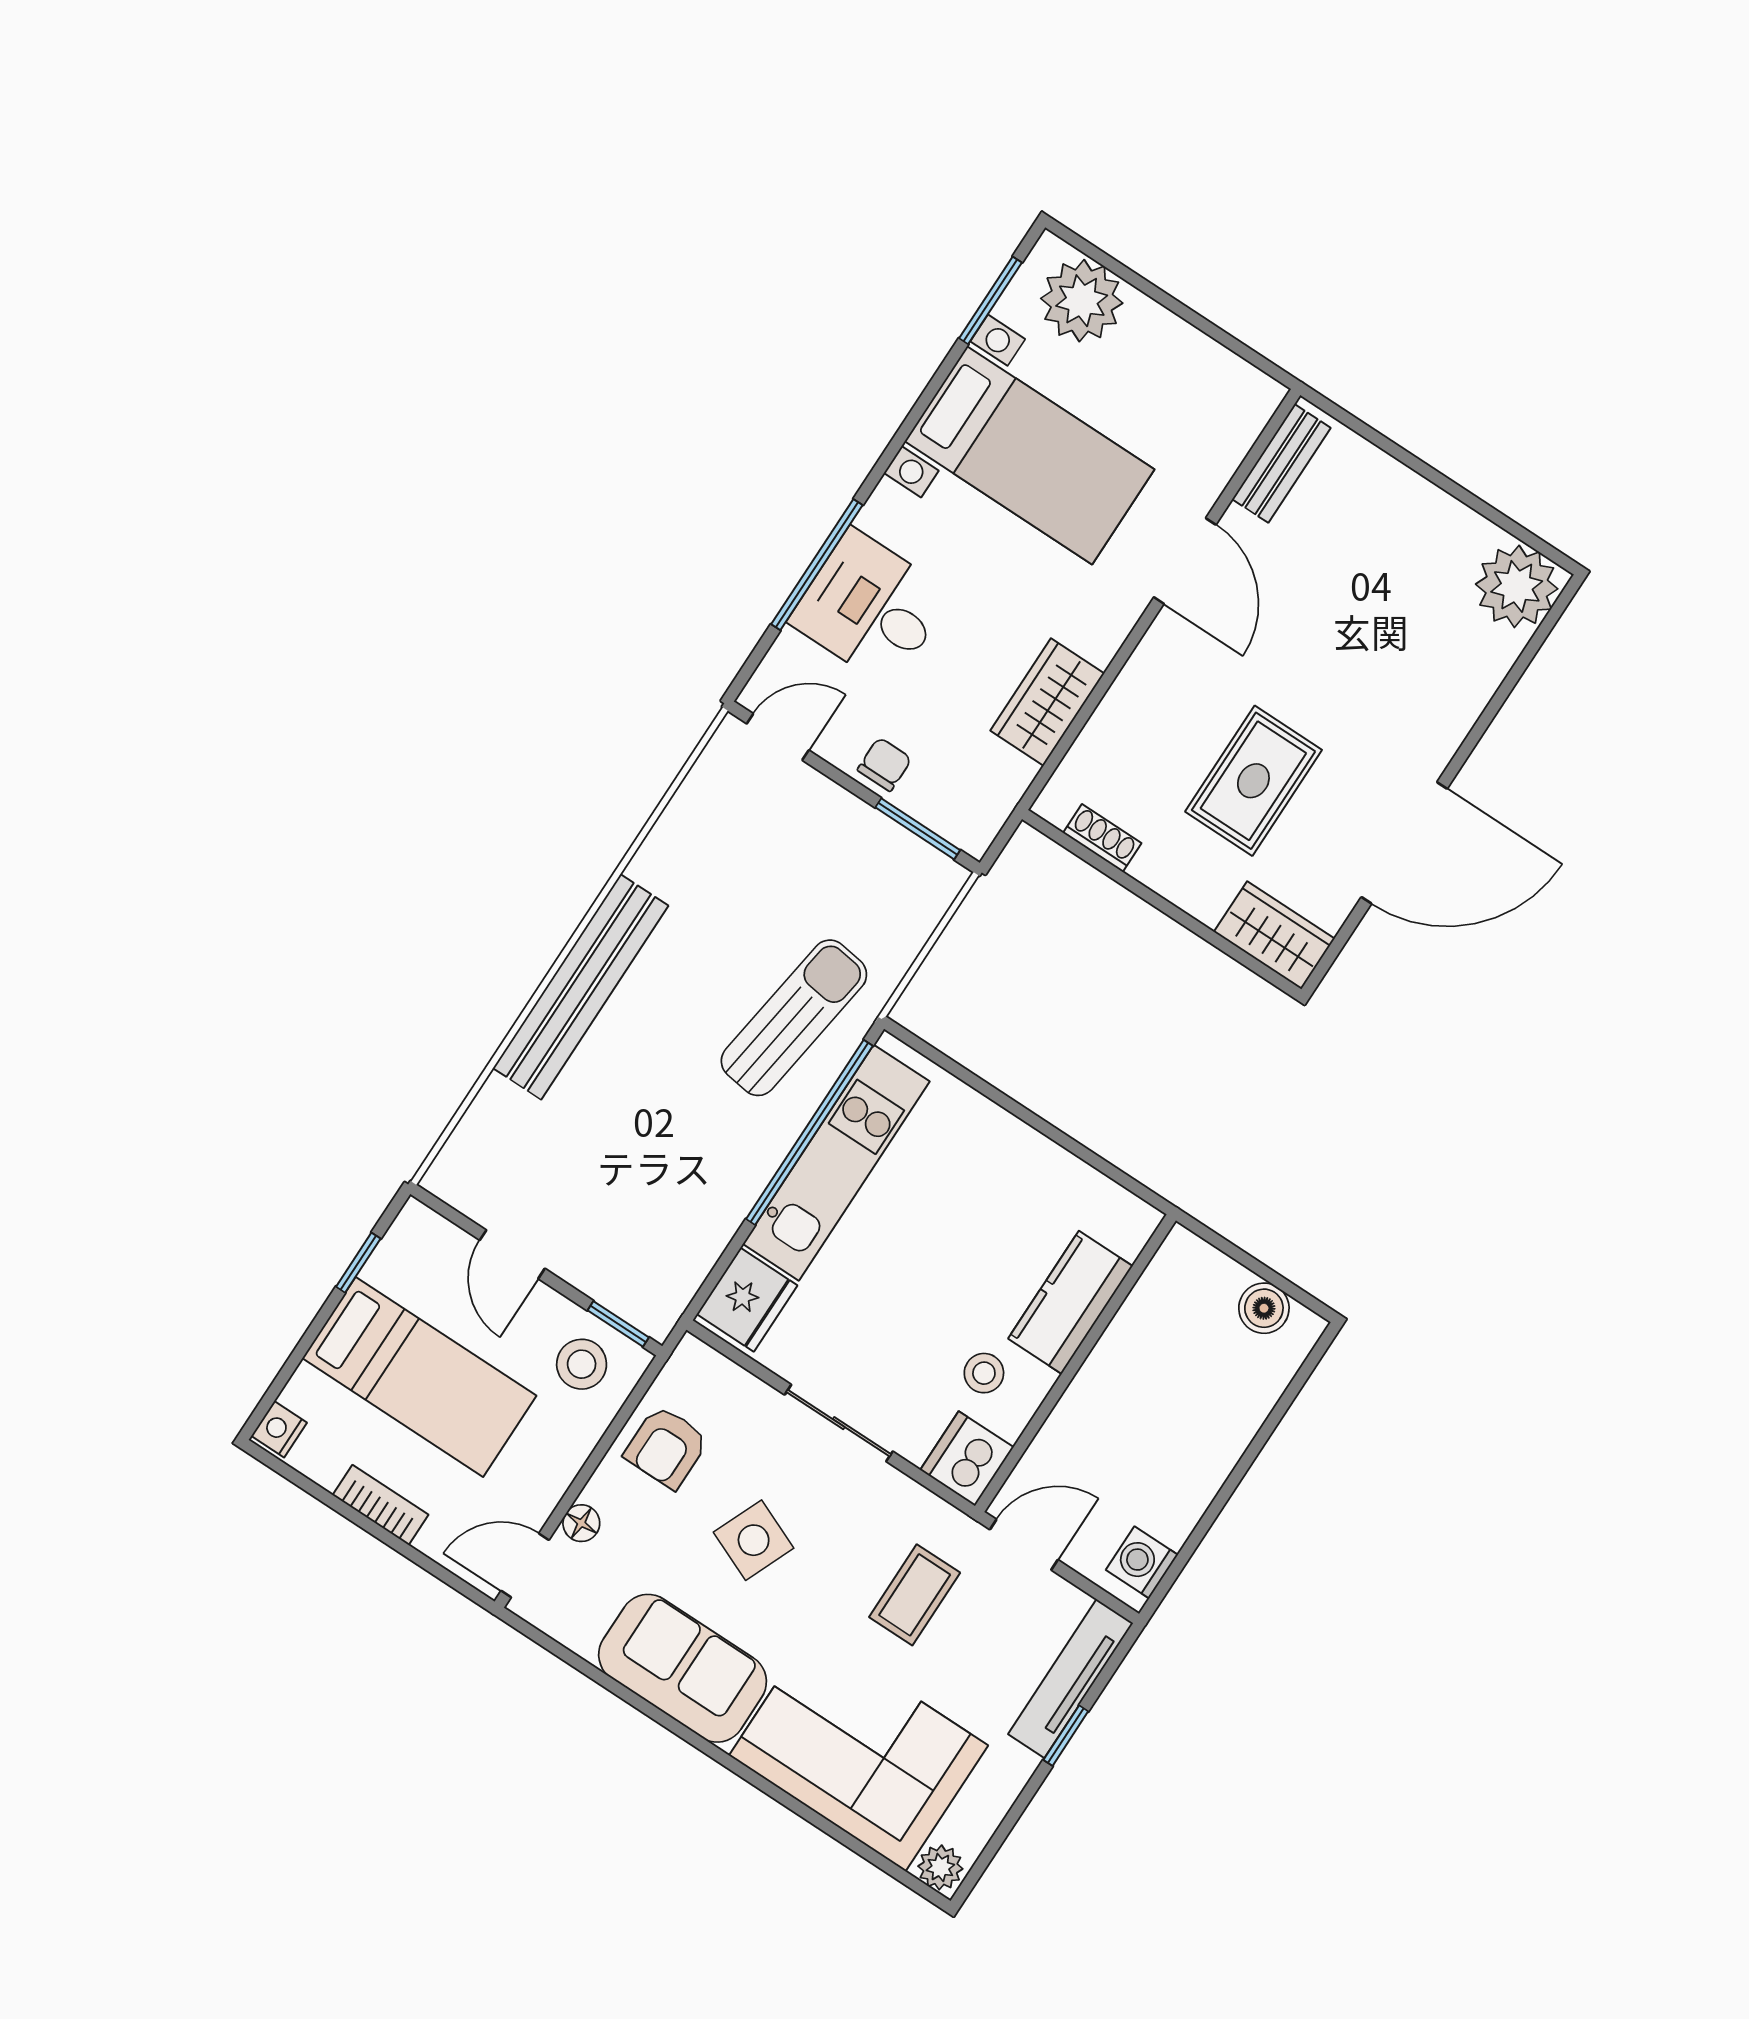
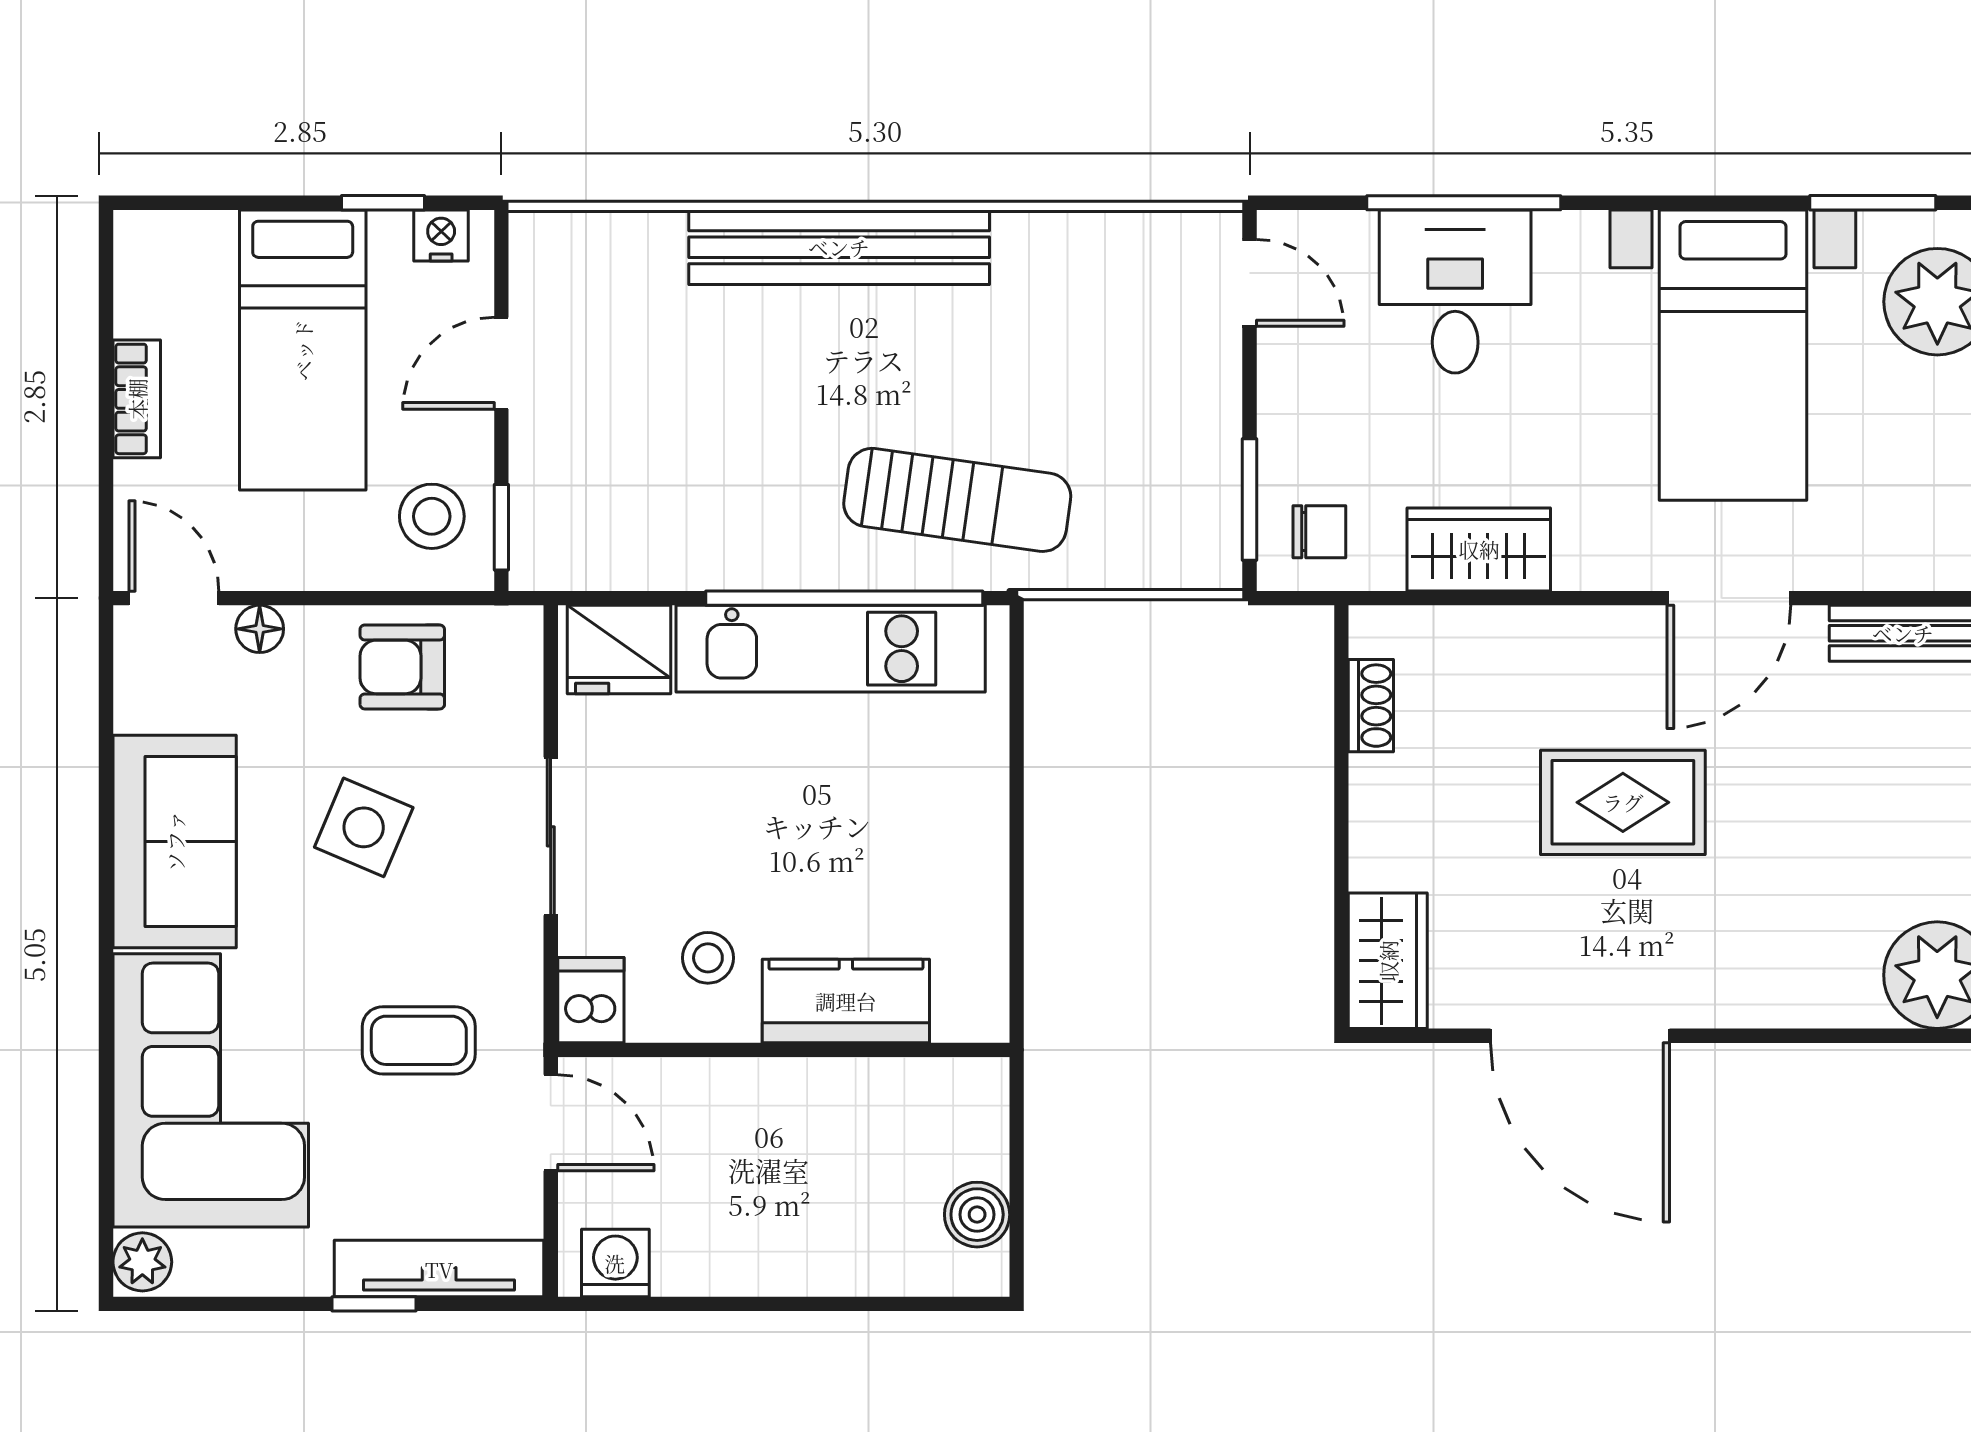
chair: (884, 764) -> (1319, 532), moved
rug: (1253, 781) -> (1623, 802), moved
nightstand: (279, 1429) -> (441, 235), moved
dishwasher: (967, 1459) -> (591, 1000), width x0.73

